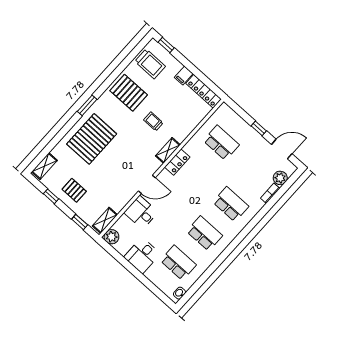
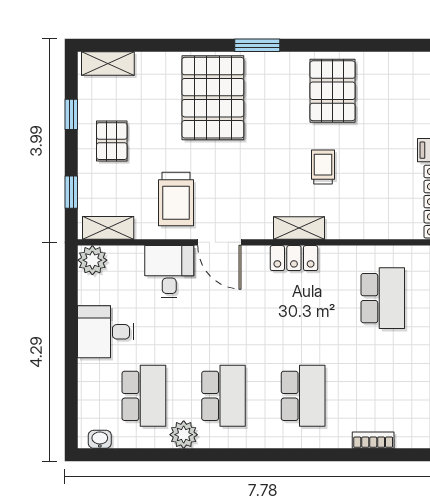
trolley: (150, 64) -> (176, 199), moved
pallet: (92, 139) -> (213, 98), turned 90
plant: (280, 178) -> (184, 435), moved

